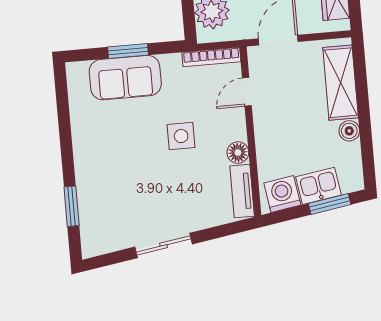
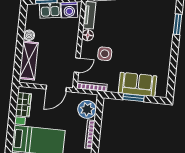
side table: (181, 136) -> (105, 54), moved

